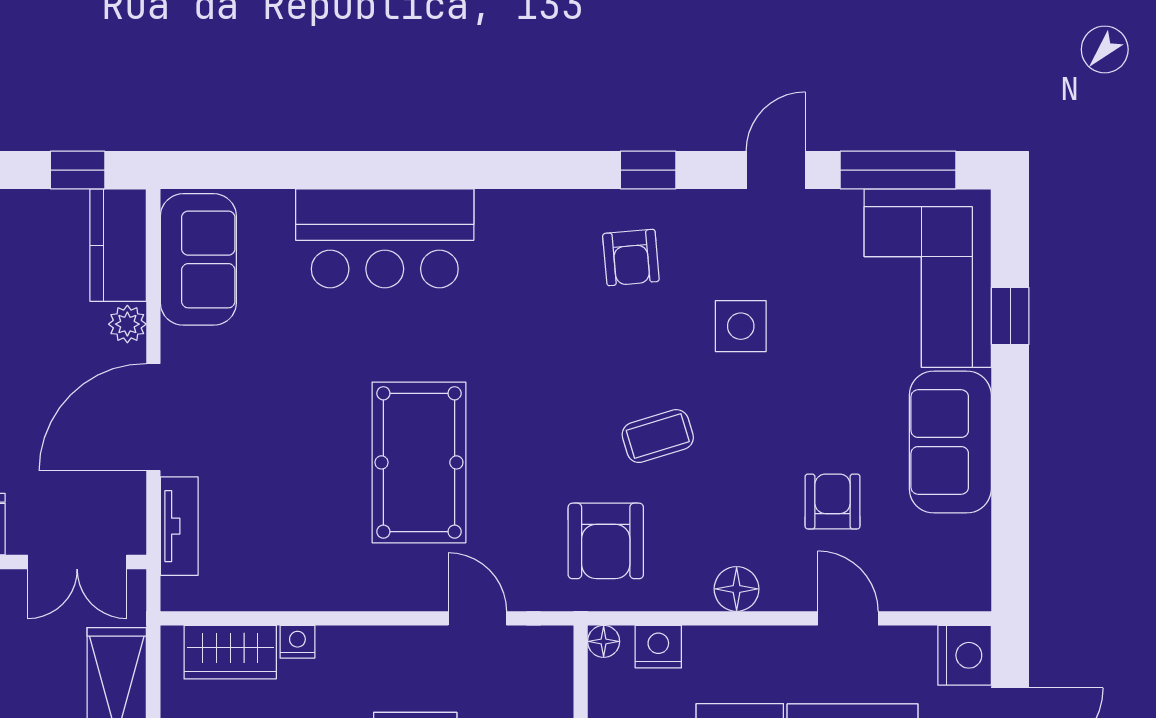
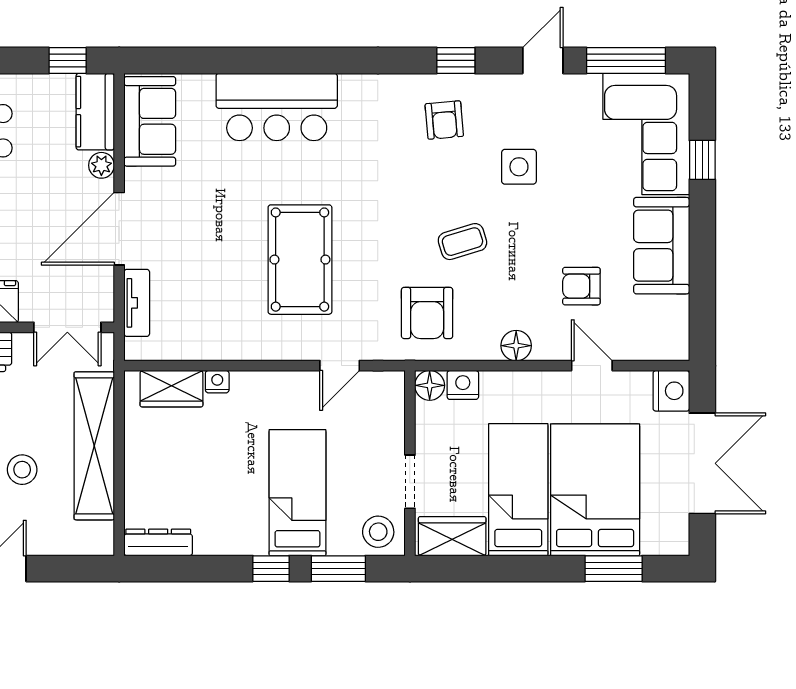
armchair: (833, 502) -> (581, 286), turned -90
door: (477, 618) -> (340, 366), swing flipped
floor lamp: (604, 641) -> (430, 385), width x1.37, depth x1.37

